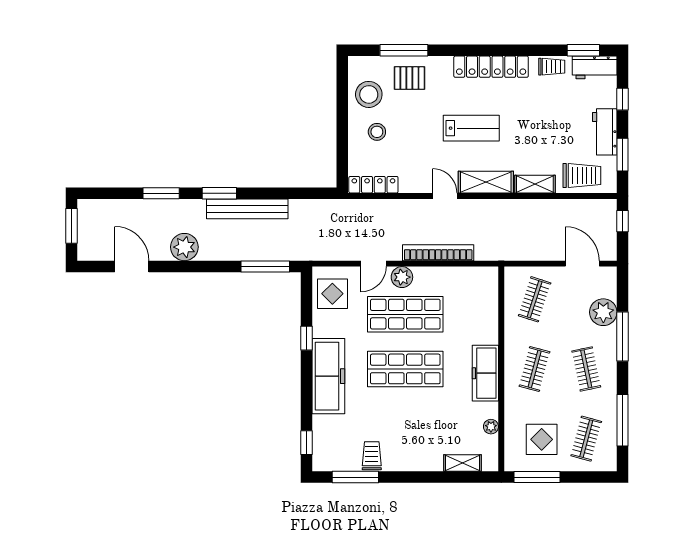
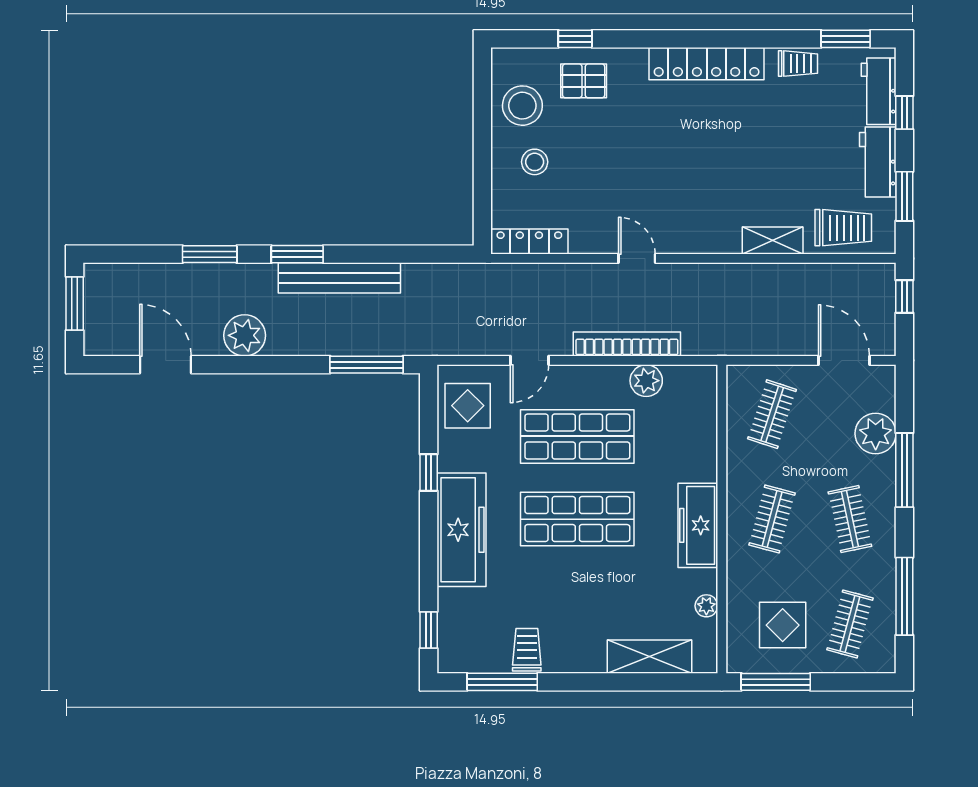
window: (404, 50) -> (575, 39), width x0.46
workbench: (595, 67) -> (879, 91), moved, turned 90
lab bench: (471, 128) -> (677, 156), removed
shelving: (486, 182) -> (699, 238), removed
plant: (402, 277) -> (646, 381), moved
shelving: (462, 463) -> (650, 657), width x1.50, depth x1.33

